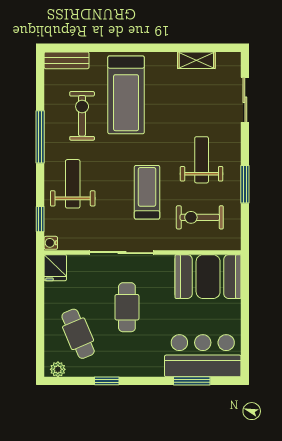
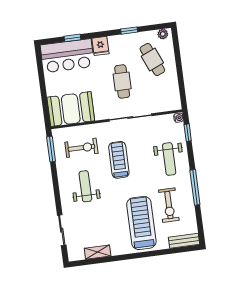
weight bench: (202, 160) -> (85, 186), turned 180
window: (245, 184) -> (51, 149), moved
treadmill: (147, 192) -> (119, 160), turned 180
fridge: (55, 268) -> (101, 46), moved, turned 180
window: (192, 381) -> (72, 38), width x0.67

